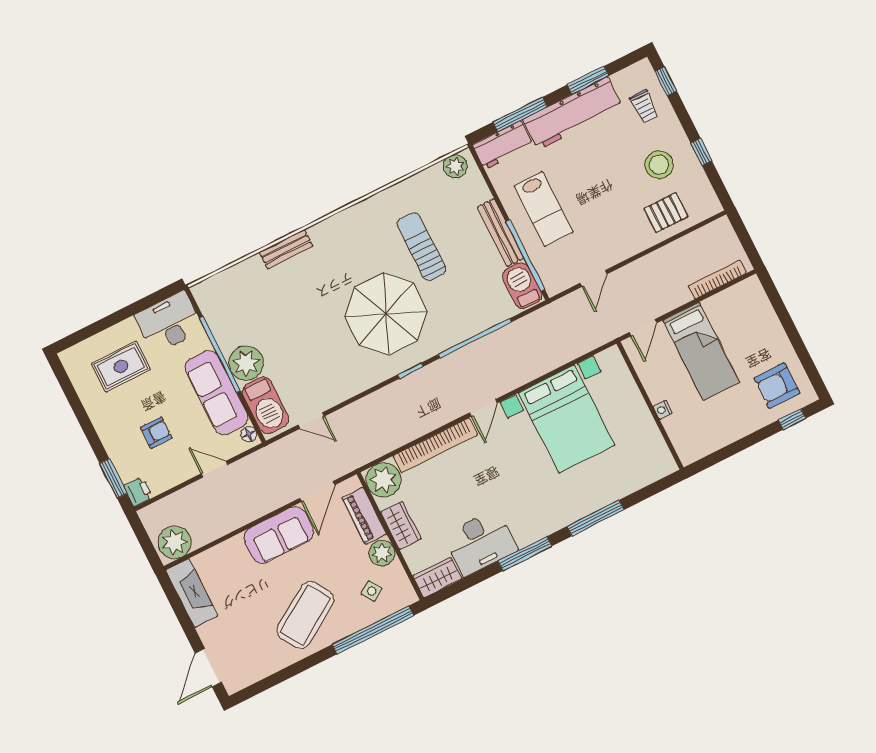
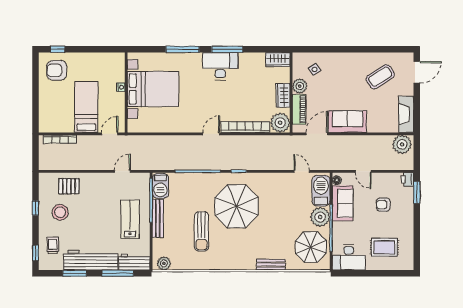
parasol: (237, 308) -> (311, 247), added
armchair: (777, 386) -> (57, 70), turned 180
sofa: (216, 393) -> (343, 203), width x0.73
bed with nightstands: (567, 419) -> (153, 89), moved, turned 90
desk: (480, 543) -> (220, 66), moved
coffee table: (305, 615) -> (380, 77), moved, width x0.73, depth x0.76
window: (373, 630) -> (324, 49), removed

